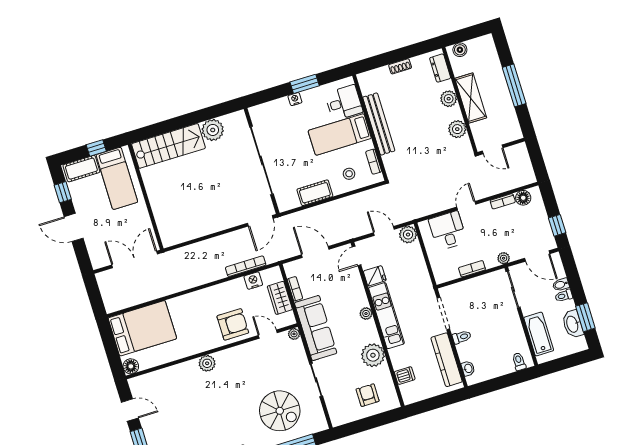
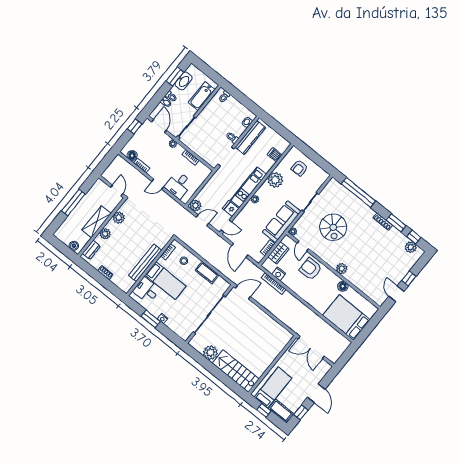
door: (384, 231) -> (202, 220), swing flipped
floor lamp: (131, 366) -> (343, 286), moved
spiral stairs: (280, 411) -> (333, 227), moved, turned 180

